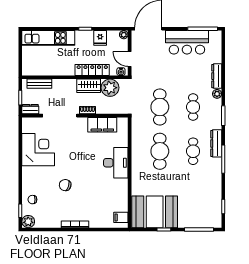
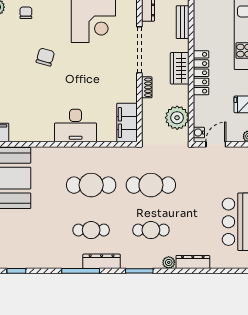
locker: (92, 70) -> (201, 73), moved
wardrobe: (89, 86) -> (180, 68), moved
filing cabinet: (102, 125) -> (127, 123), moved

